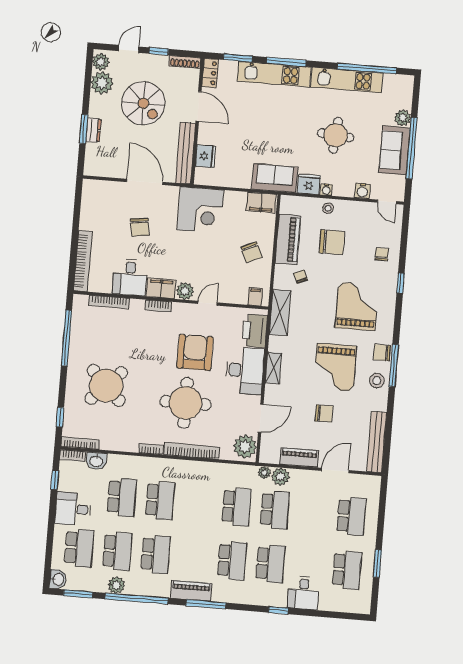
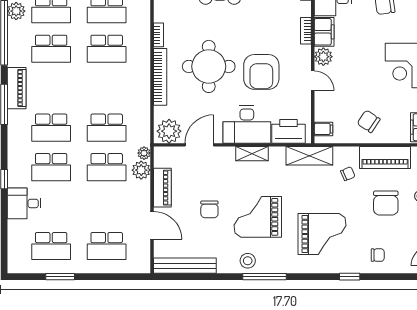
chair: (251, 252) -> (369, 121), turned 58
armchair: (195, 352) -> (261, 72), turned 90
chair: (382, 353) -> (277, 264), removed
door: (261, 418) -> (199, 145), swing flipped

